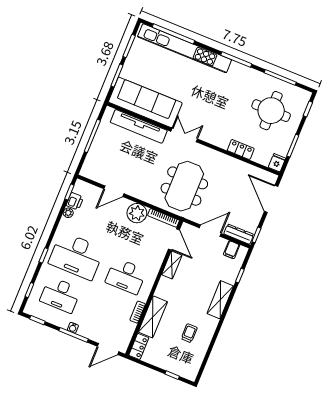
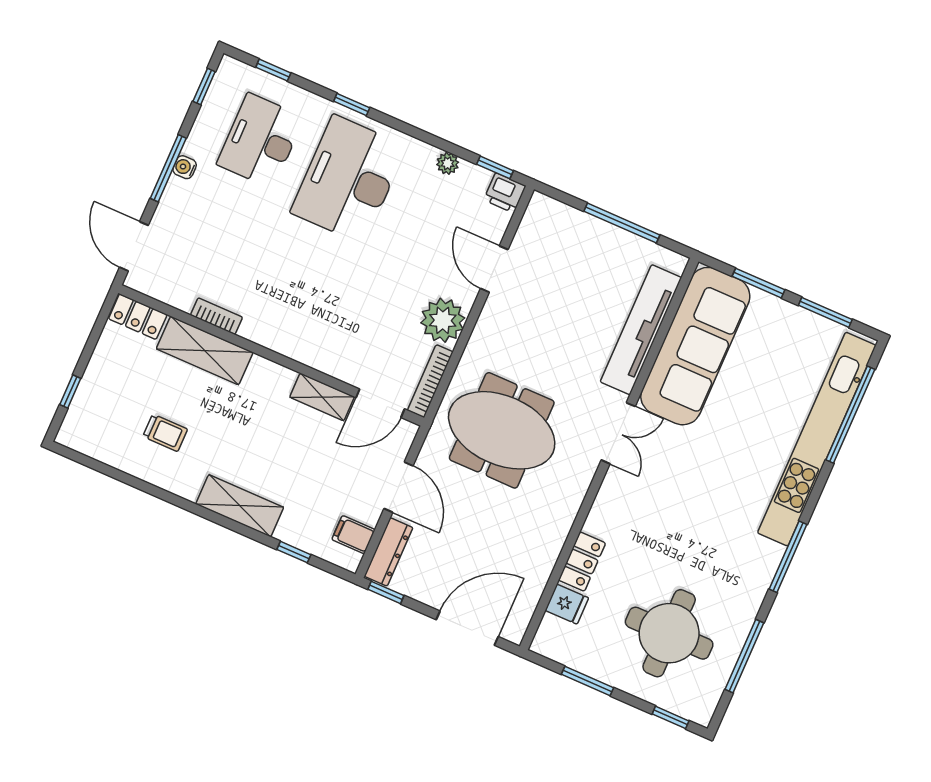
fridge: (277, 163) -> (567, 604), moved
printer: (75, 201) -> (505, 193), moved
desk: (126, 276) -> (299, 292), removed

